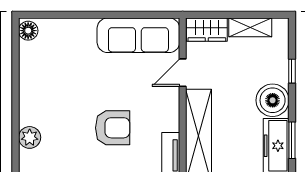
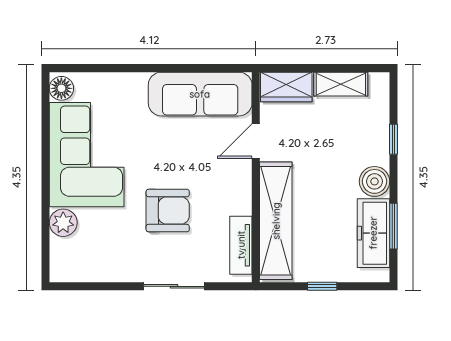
corner sofa: (48, 83) -> (87, 155), added
boiler: (273, 100) -> (374, 181), width x0.73, depth x0.73

